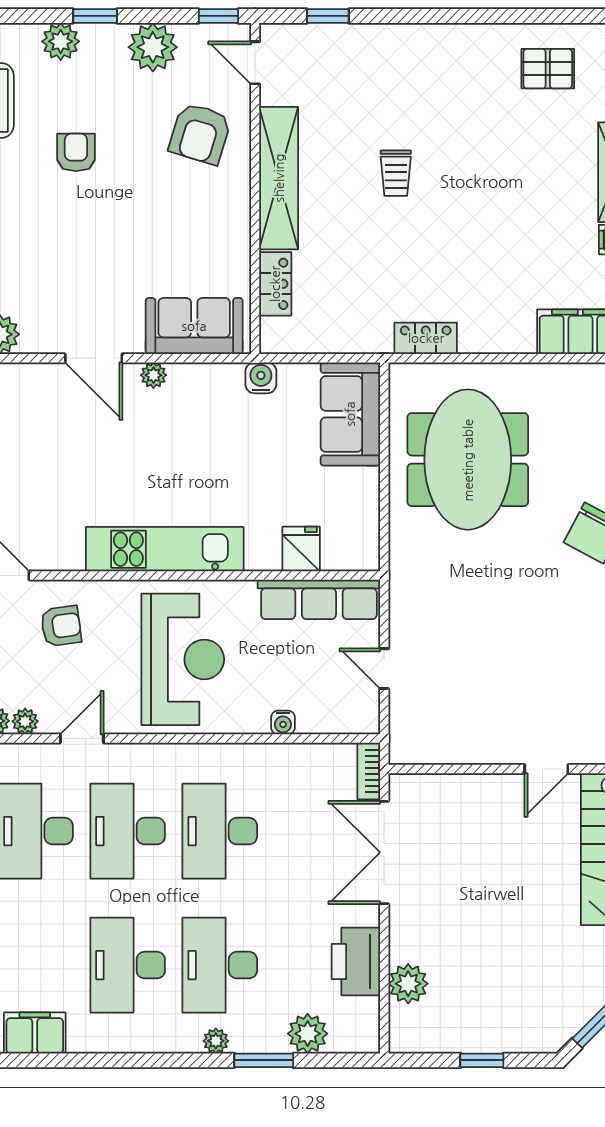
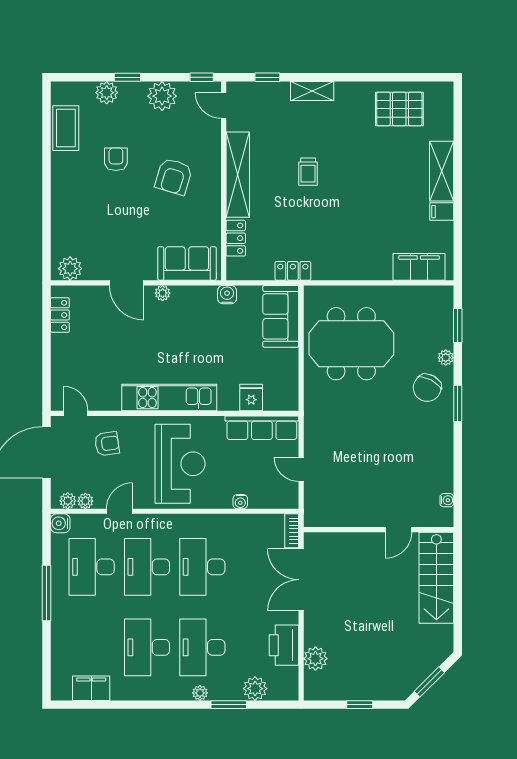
shelving: (403, 39) -> (312, 91), added
pallet: (548, 69) -> (399, 109), width x1.50, depth x1.42
armchair: (200, 134) -> (174, 177), moved
locker: (426, 338) -> (293, 271), moved
meeting table: (468, 460) -> (351, 344), turned 90

